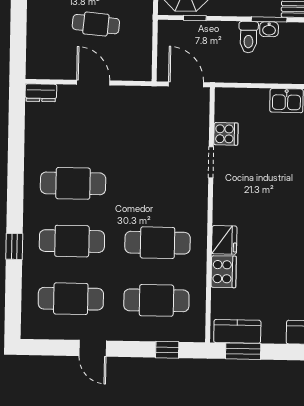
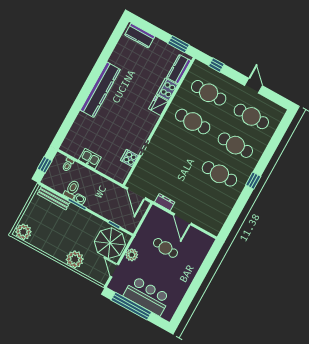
toilet: (249, 37) -> (72, 189), moved
dresser: (41, 93) -> (165, 202), moved
window: (14, 246) -> (253, 181), moved
kitchen counter: (237, 331) -> (179, 69), moved, turned 90

